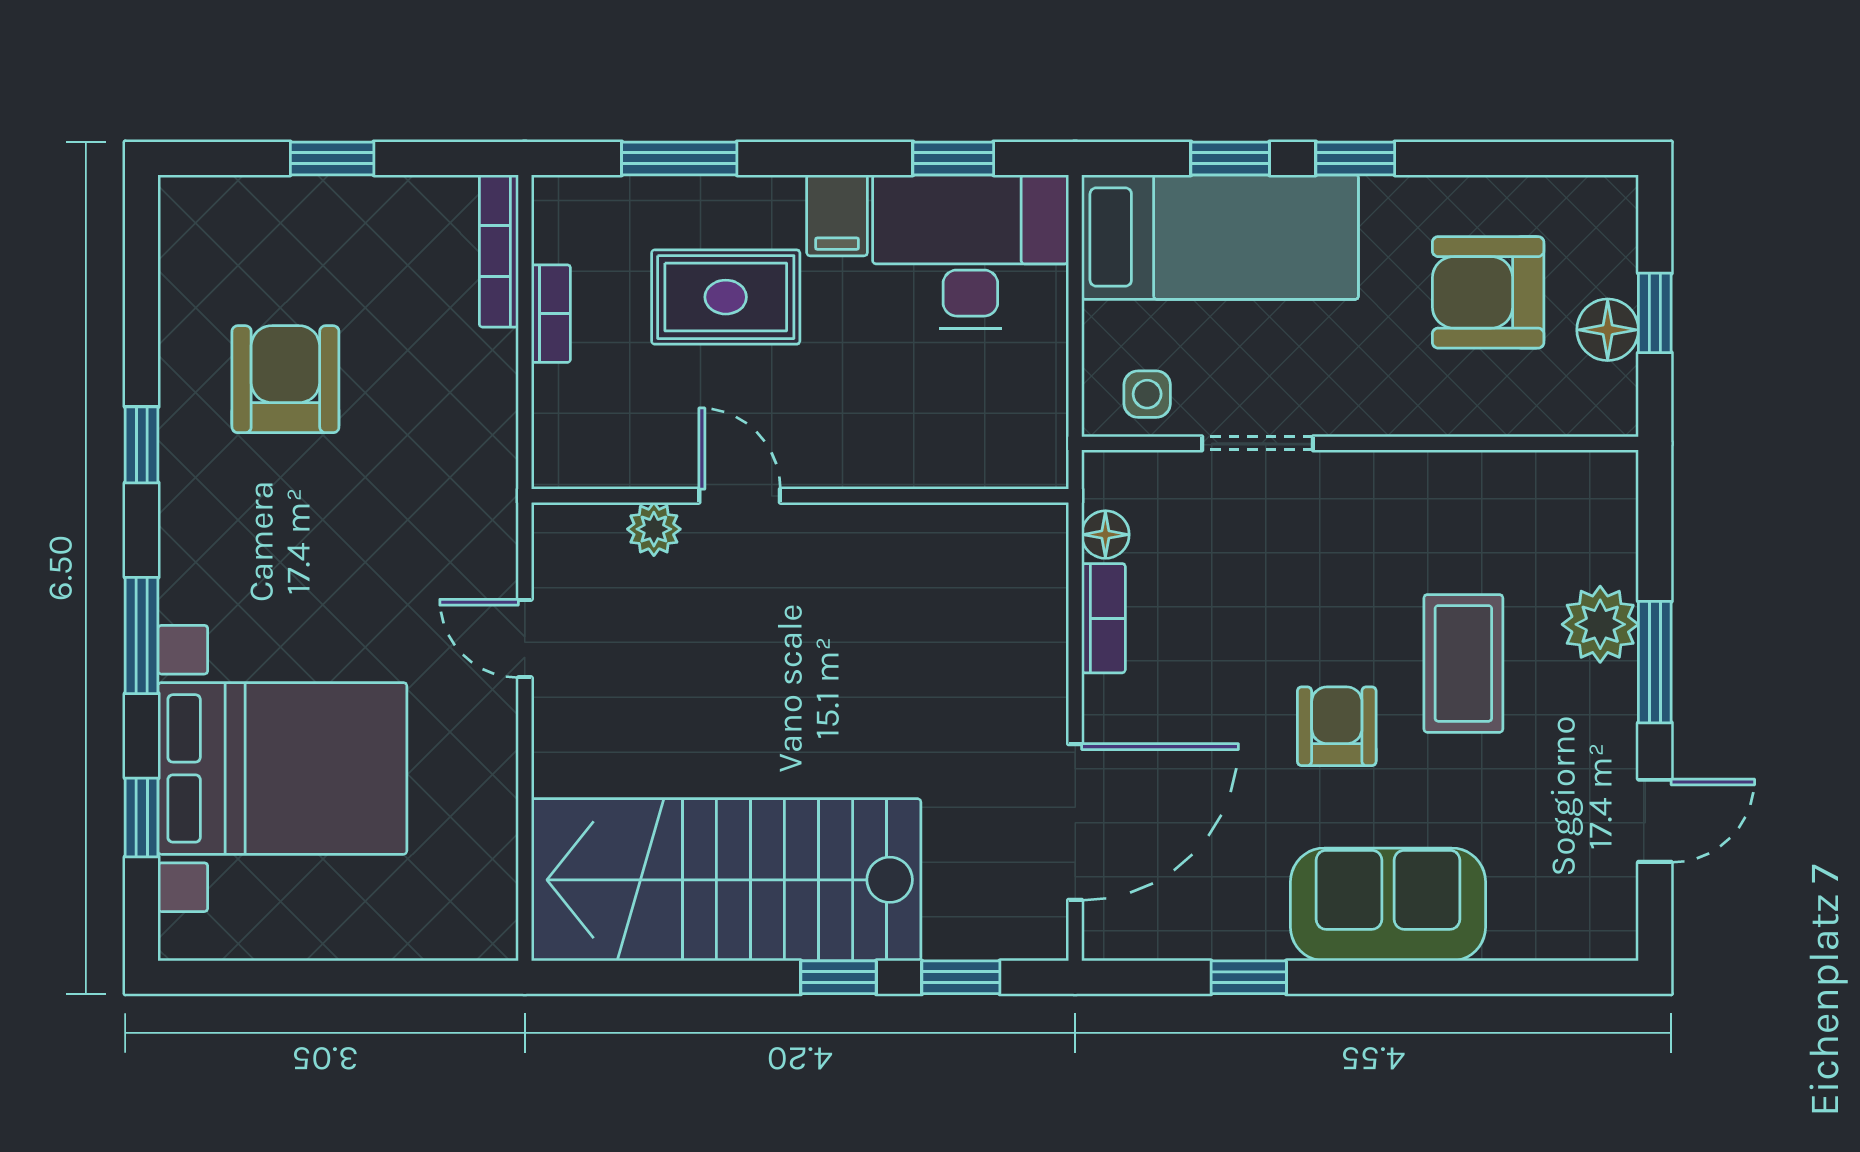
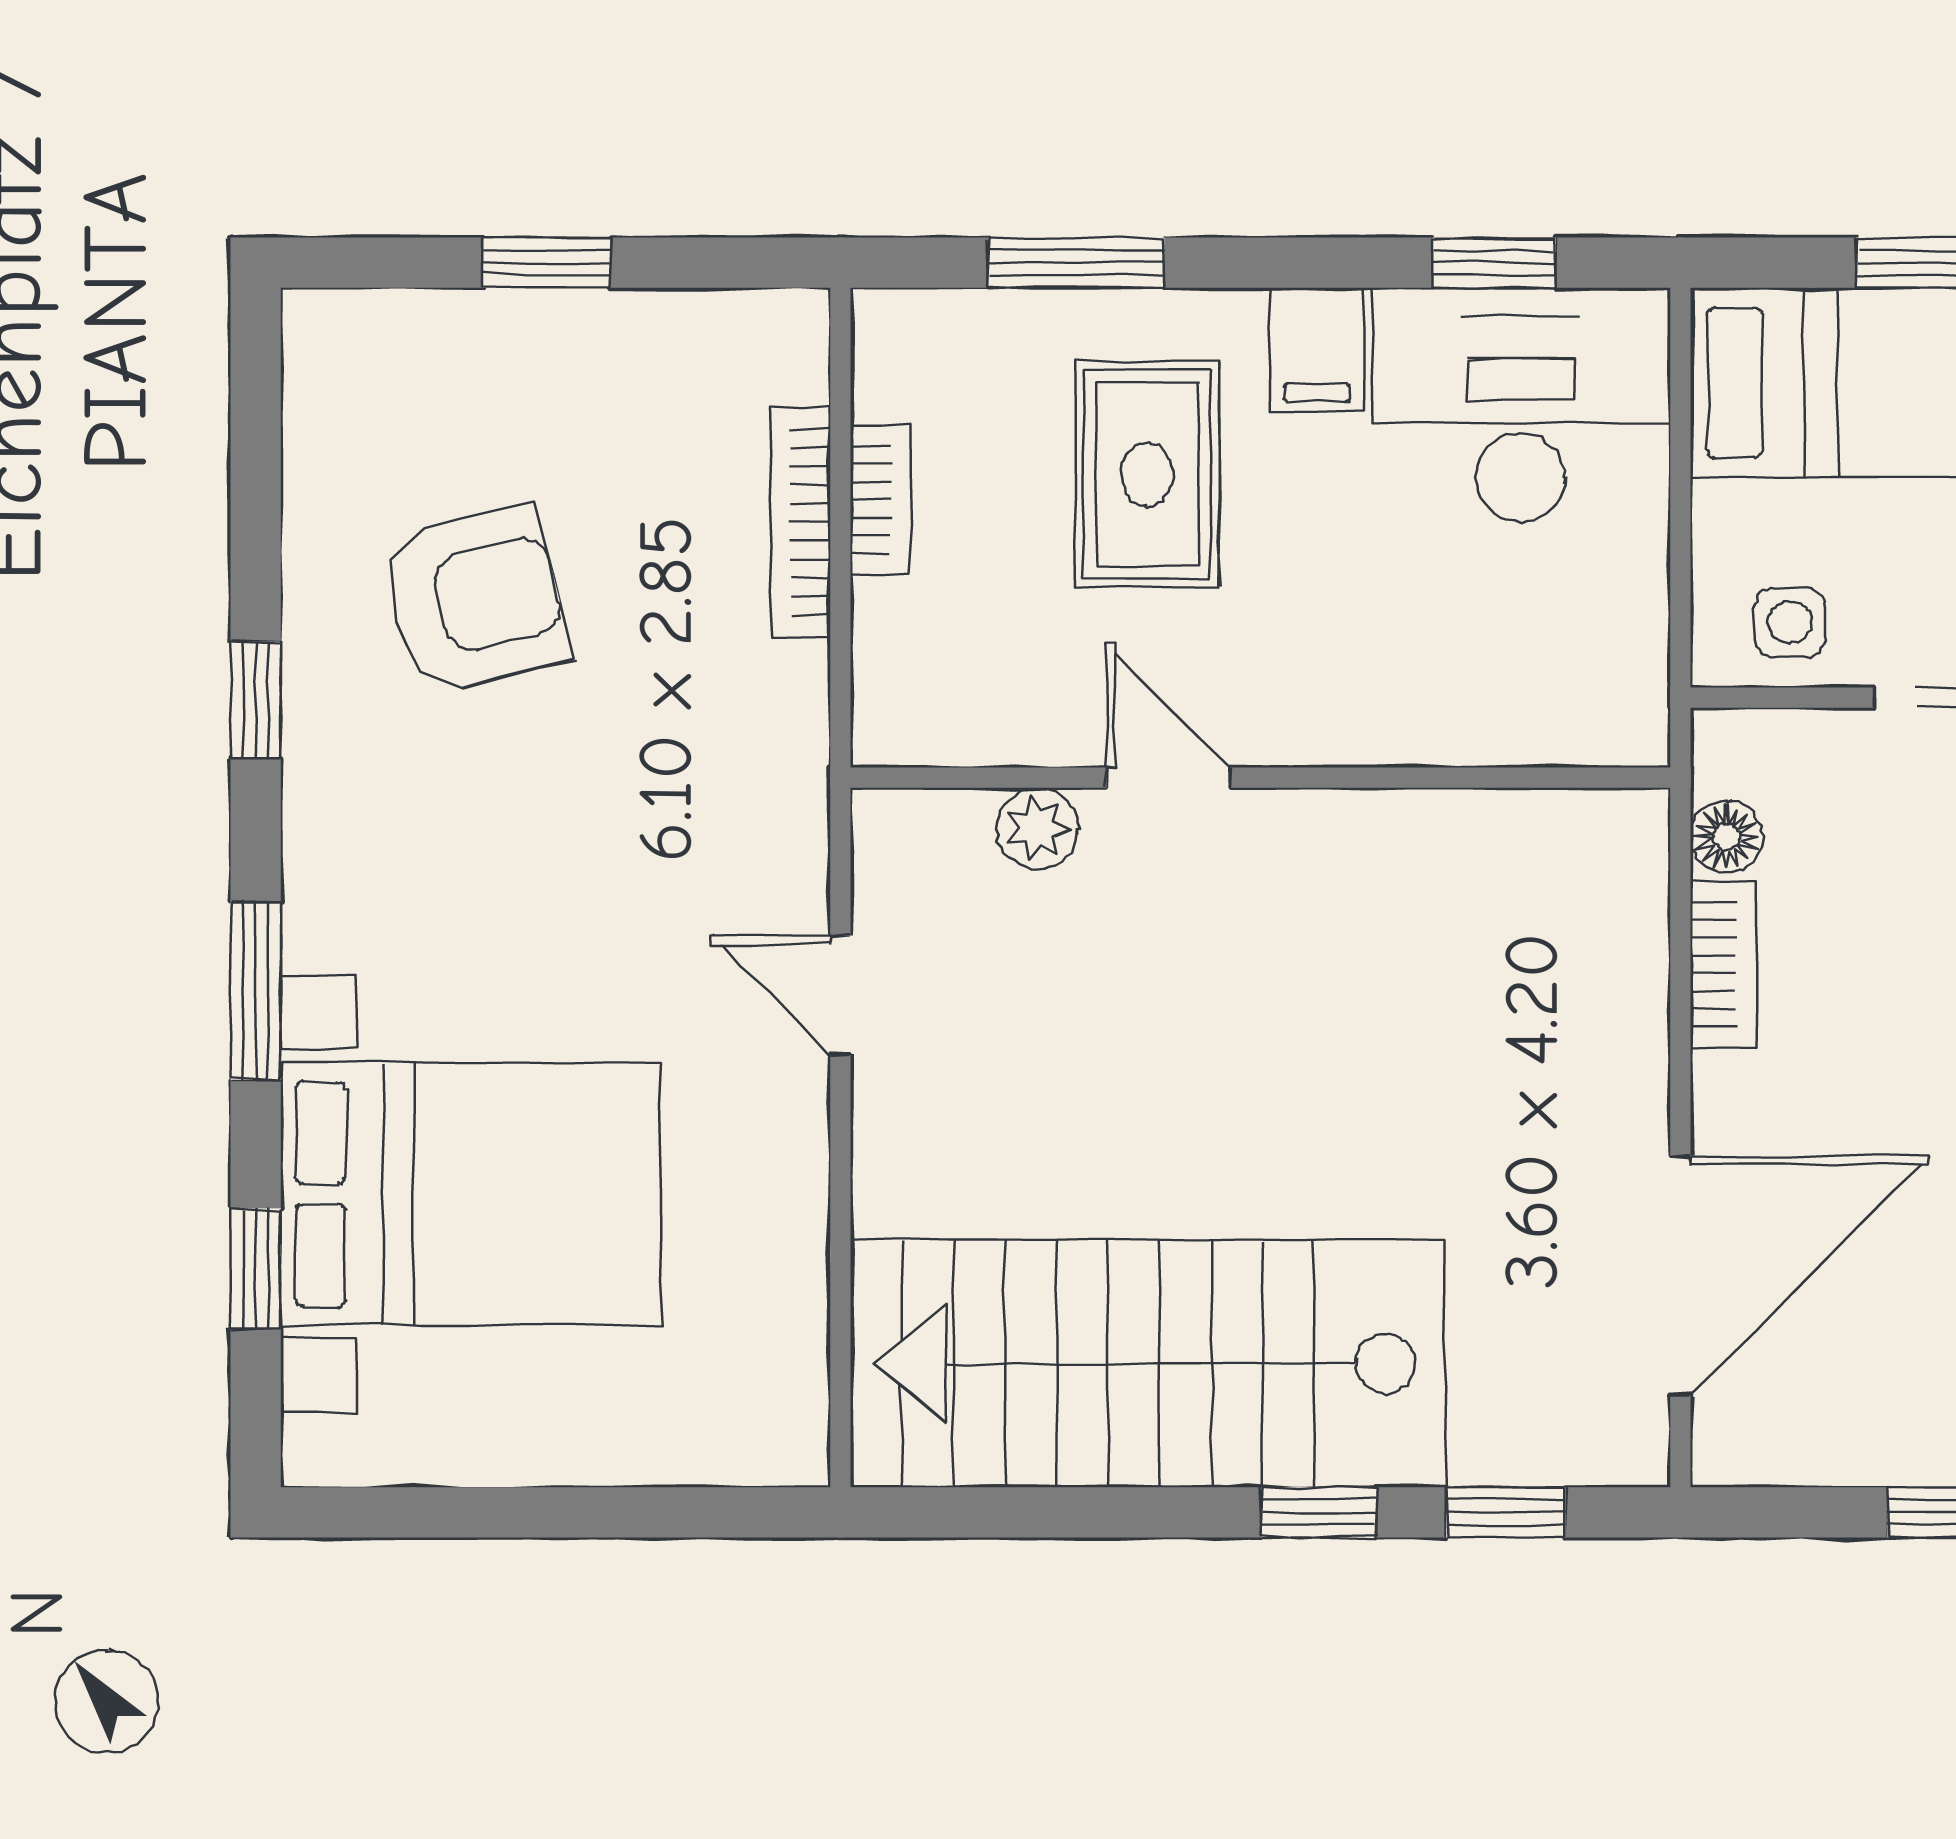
bookcase: (499, 251) -> (801, 522), moved
rug: (726, 297) -> (1147, 474), turned 90
armchair: (285, 379) -> (475, 600), turned 76

